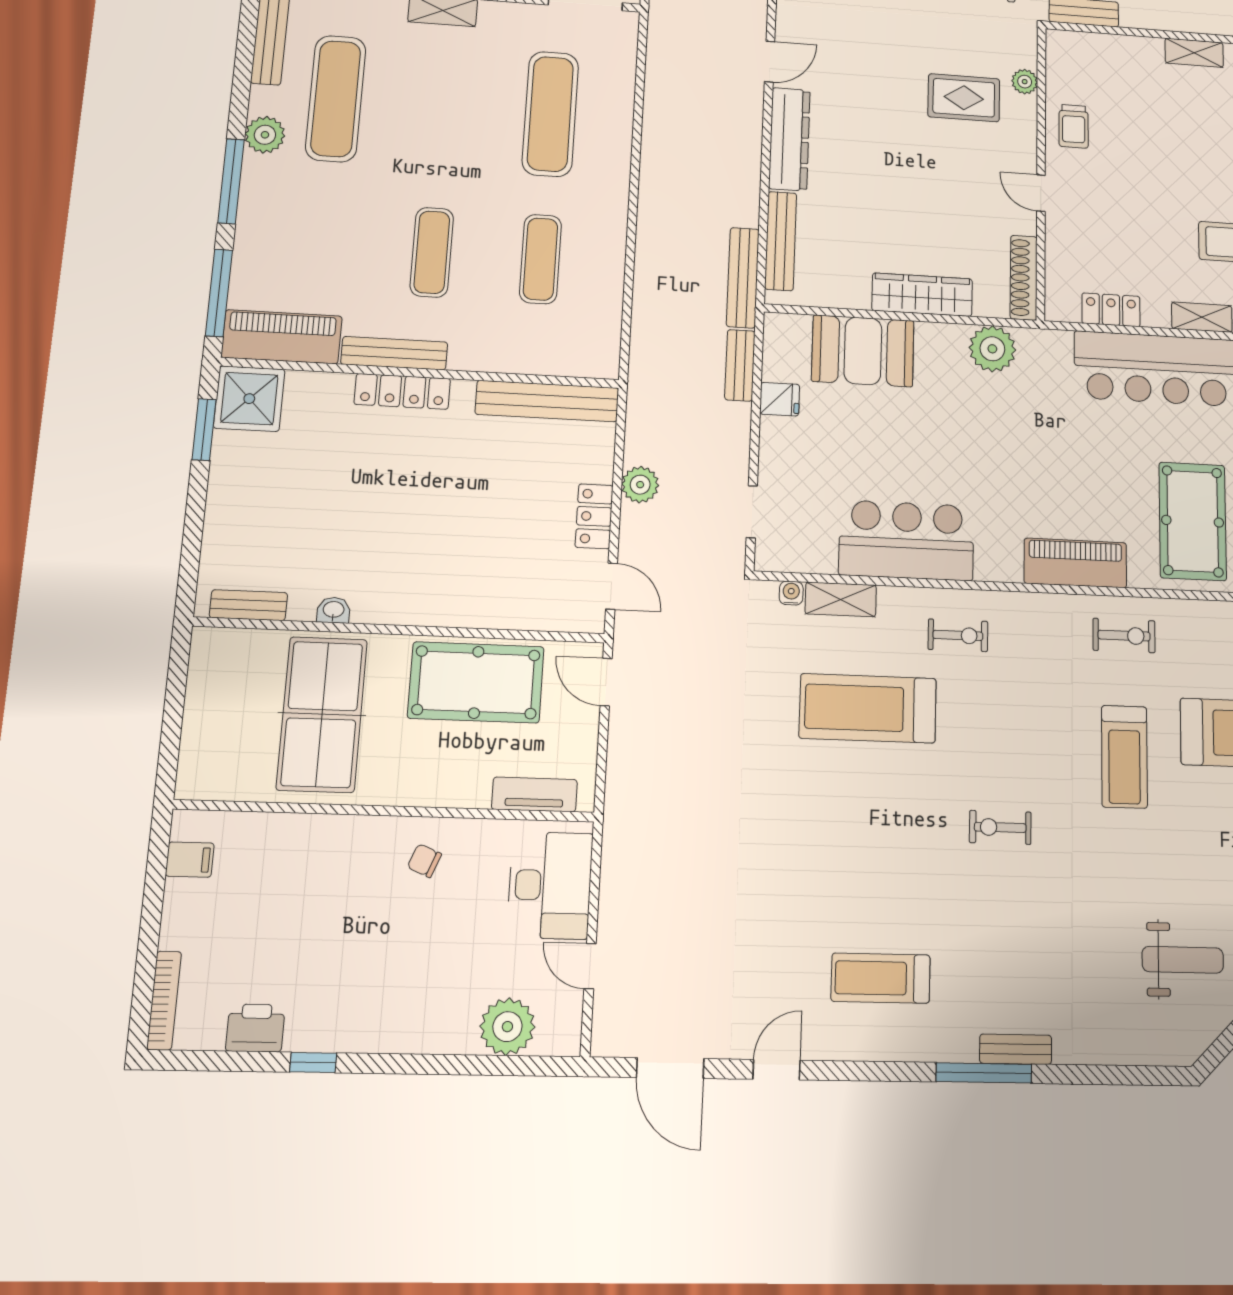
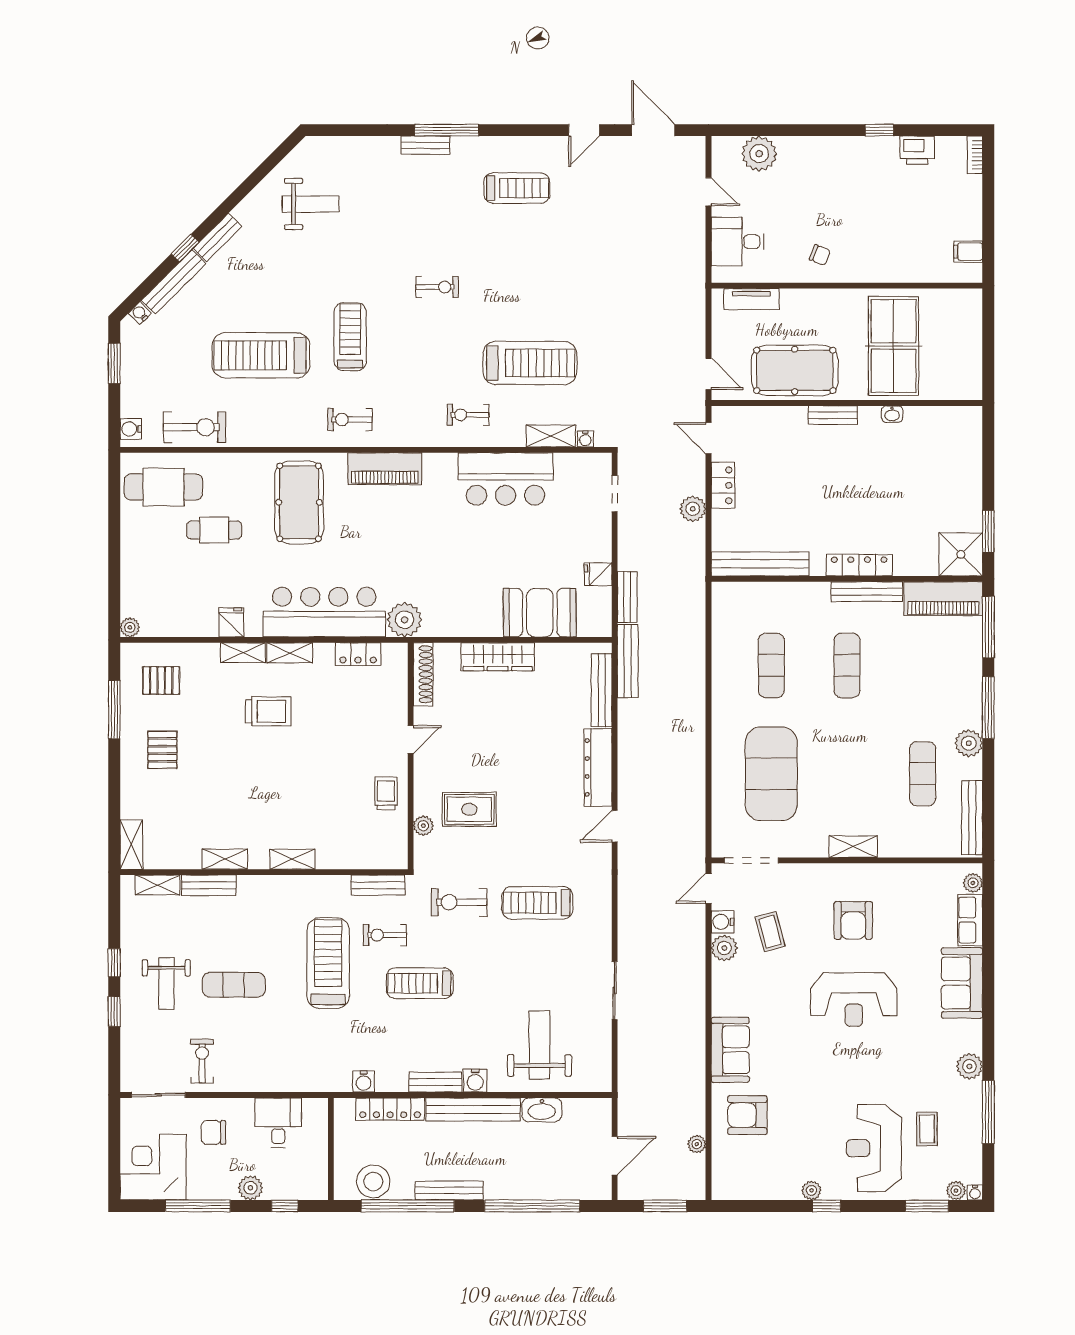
exercise mat: (336, 99) -> (923, 774), width x0.73, depth x0.69
exercise mat: (550, 114) -> (771, 774), width x1.47
door: (1041, 193) -> (411, 740), hinge flipped
plant: (992, 349) -> (405, 620), moved
bench: (248, 605) -> (833, 415), moved
desk: (550, 885) -> (738, 242), width x0.73
weight bench: (1183, 960) -> (311, 204), turned 180
bookcase: (164, 1000) -> (975, 155), width x0.64

